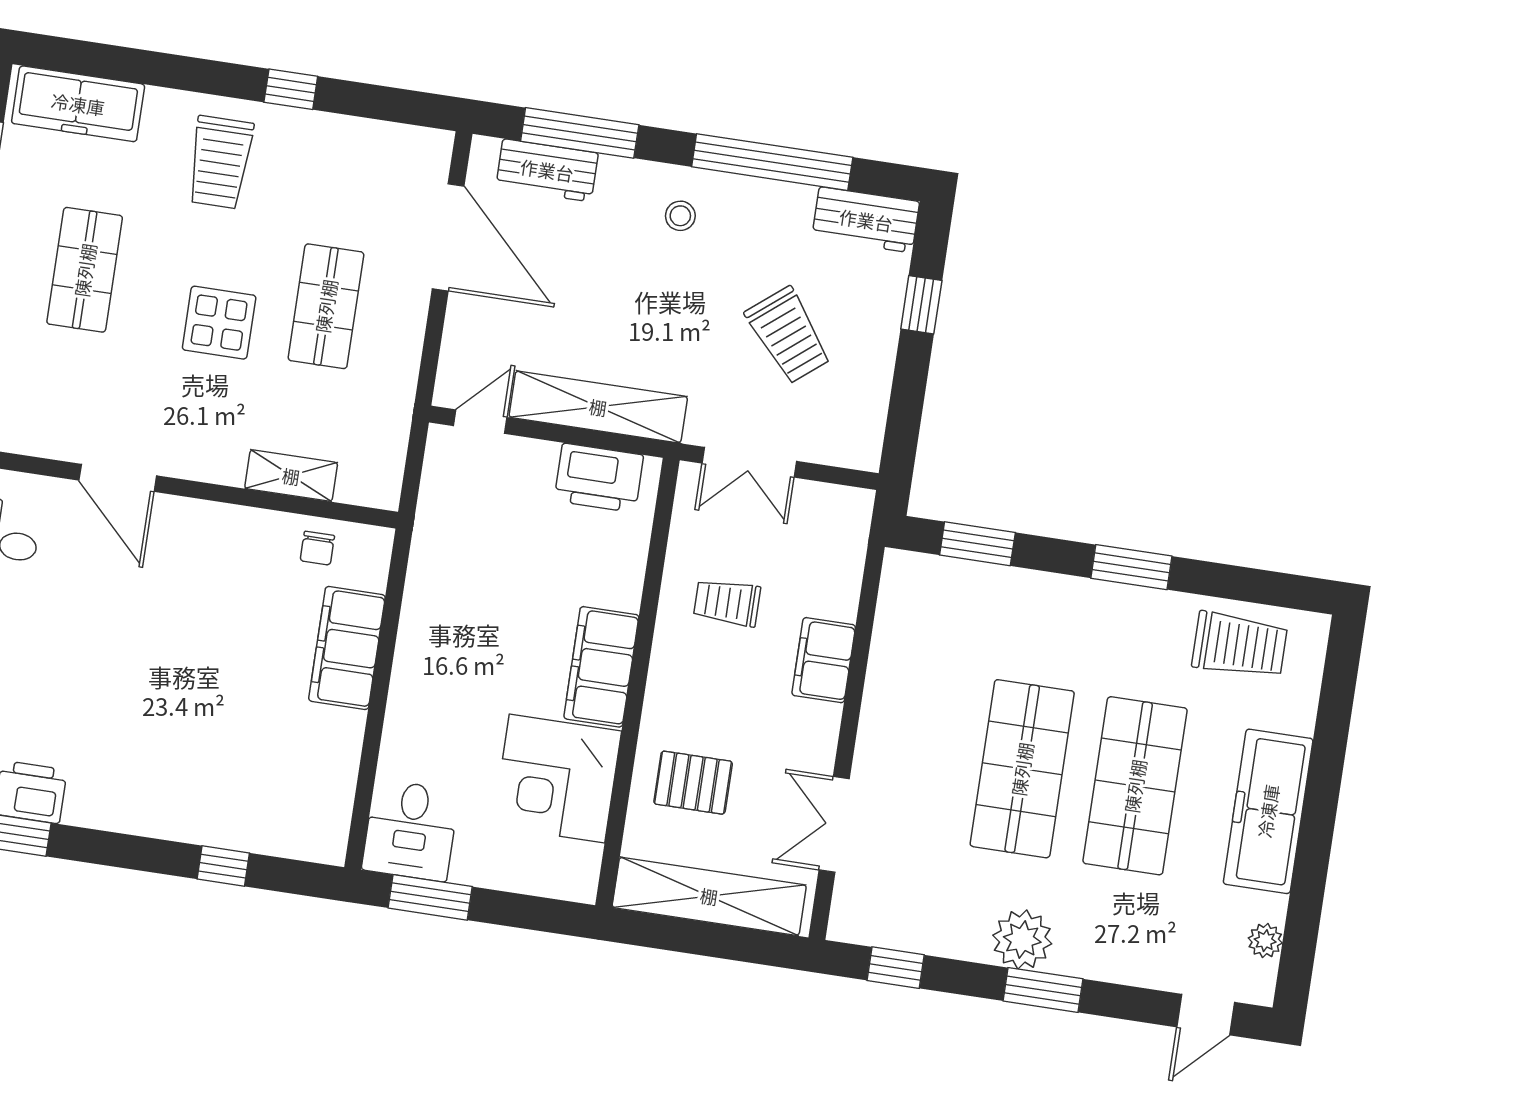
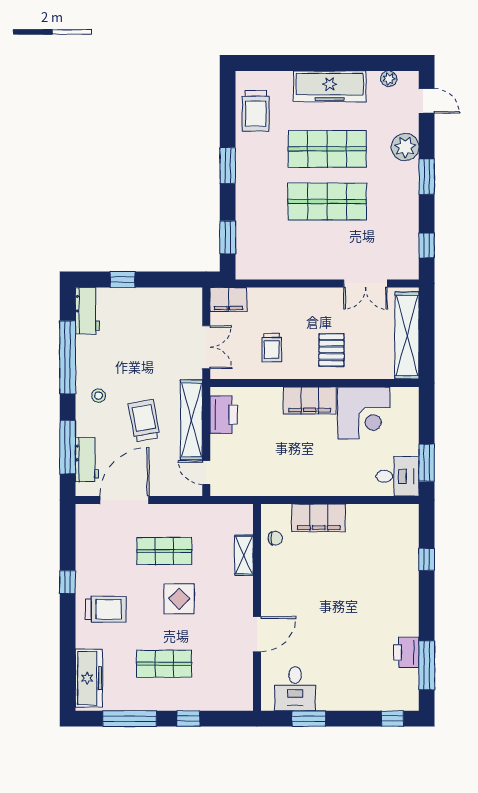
trolley: (788, 335) -> (144, 421), moved, turned -61
trolley: (1240, 645) -> (256, 111), turned 180
filing cabinet: (824, 660) -> (228, 300), moved
pallet: (693, 783) -> (331, 350), moved
plant: (1022, 939) -> (405, 147), moved

